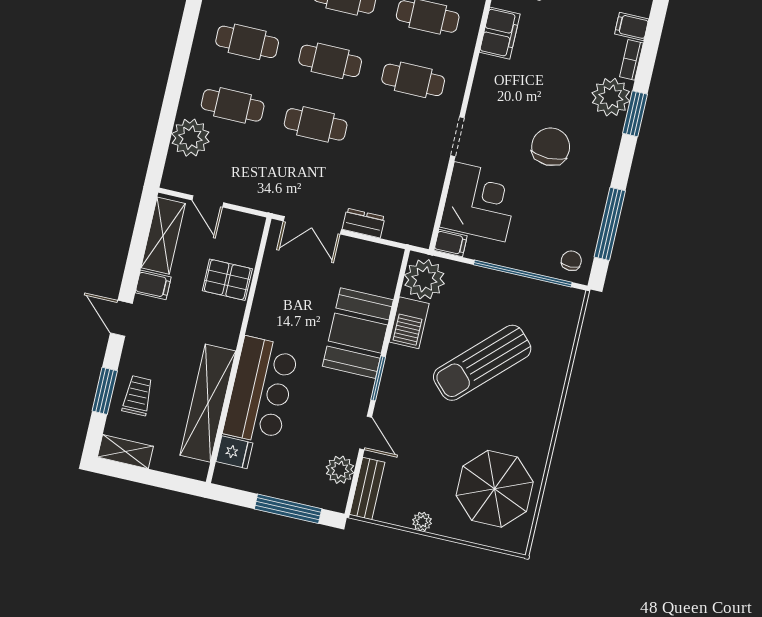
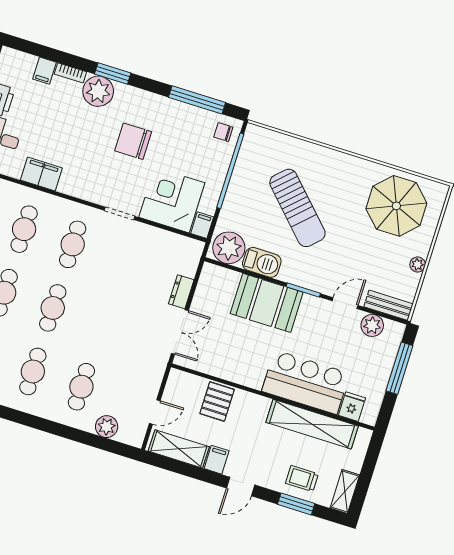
cafe table: (316, 124) -> (101, 323), removed
plant: (190, 138) -> (107, 427), width x0.73, depth x0.73

